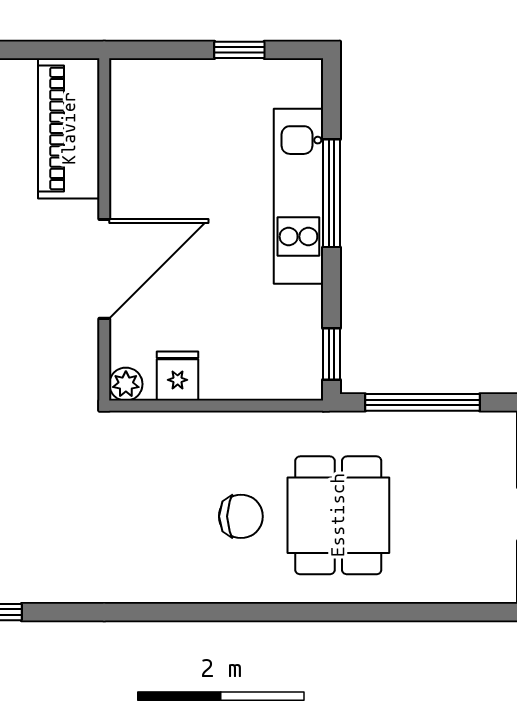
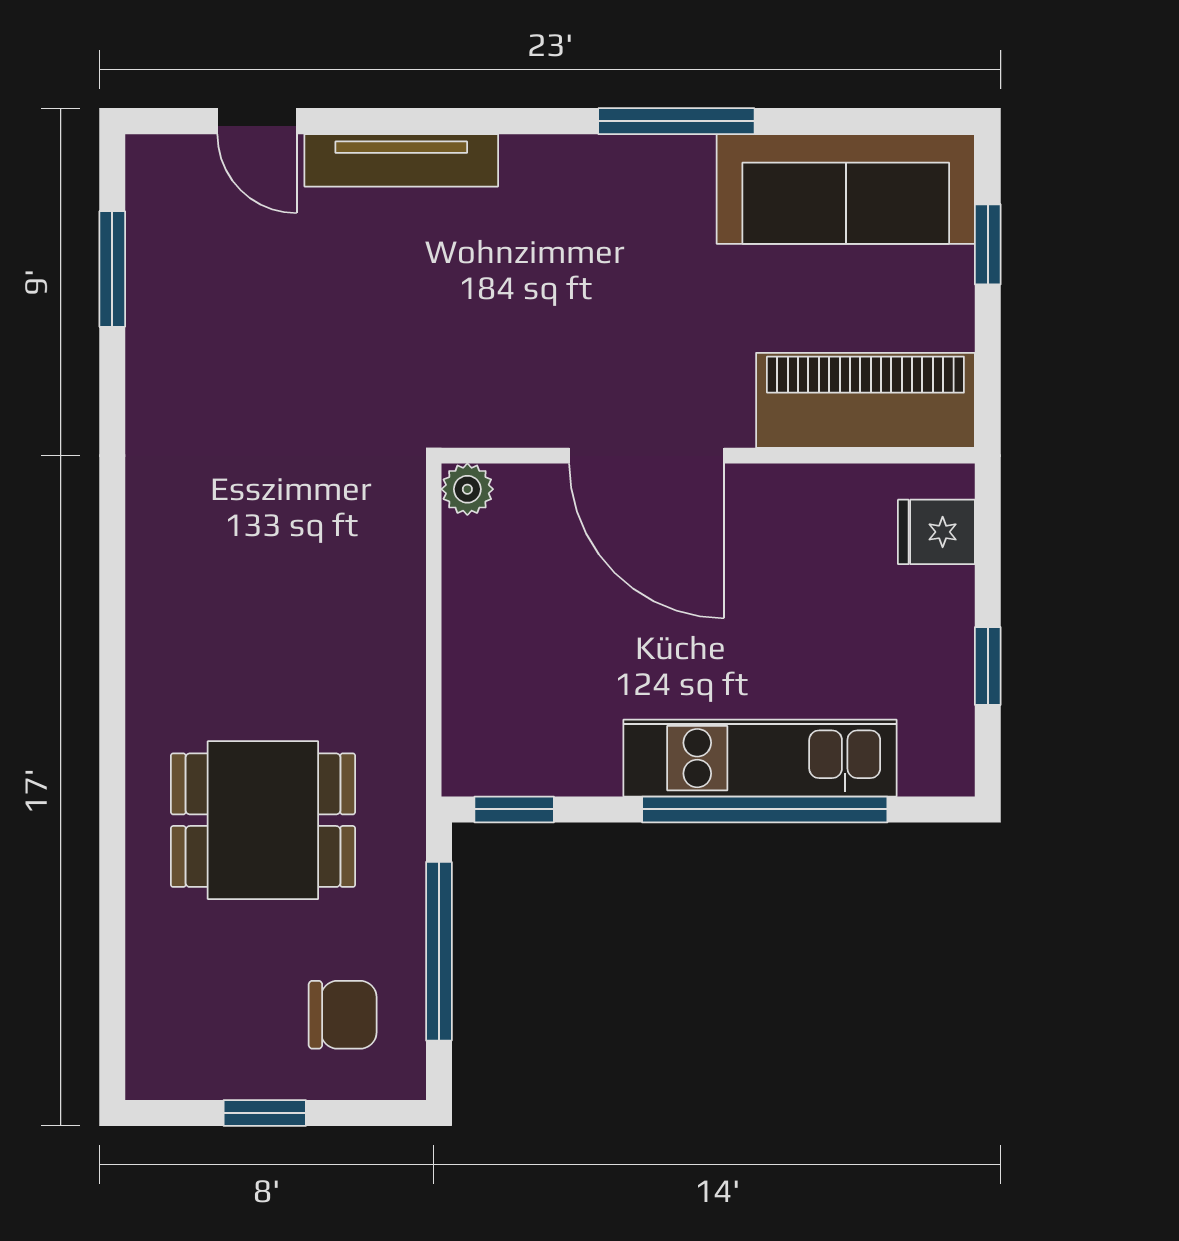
window: (331, 193) -> (765, 809), width x1.46
fridge: (178, 376) -> (936, 532), moved, turned 180
chair: (241, 516) -> (343, 1015), moved, turned -90

